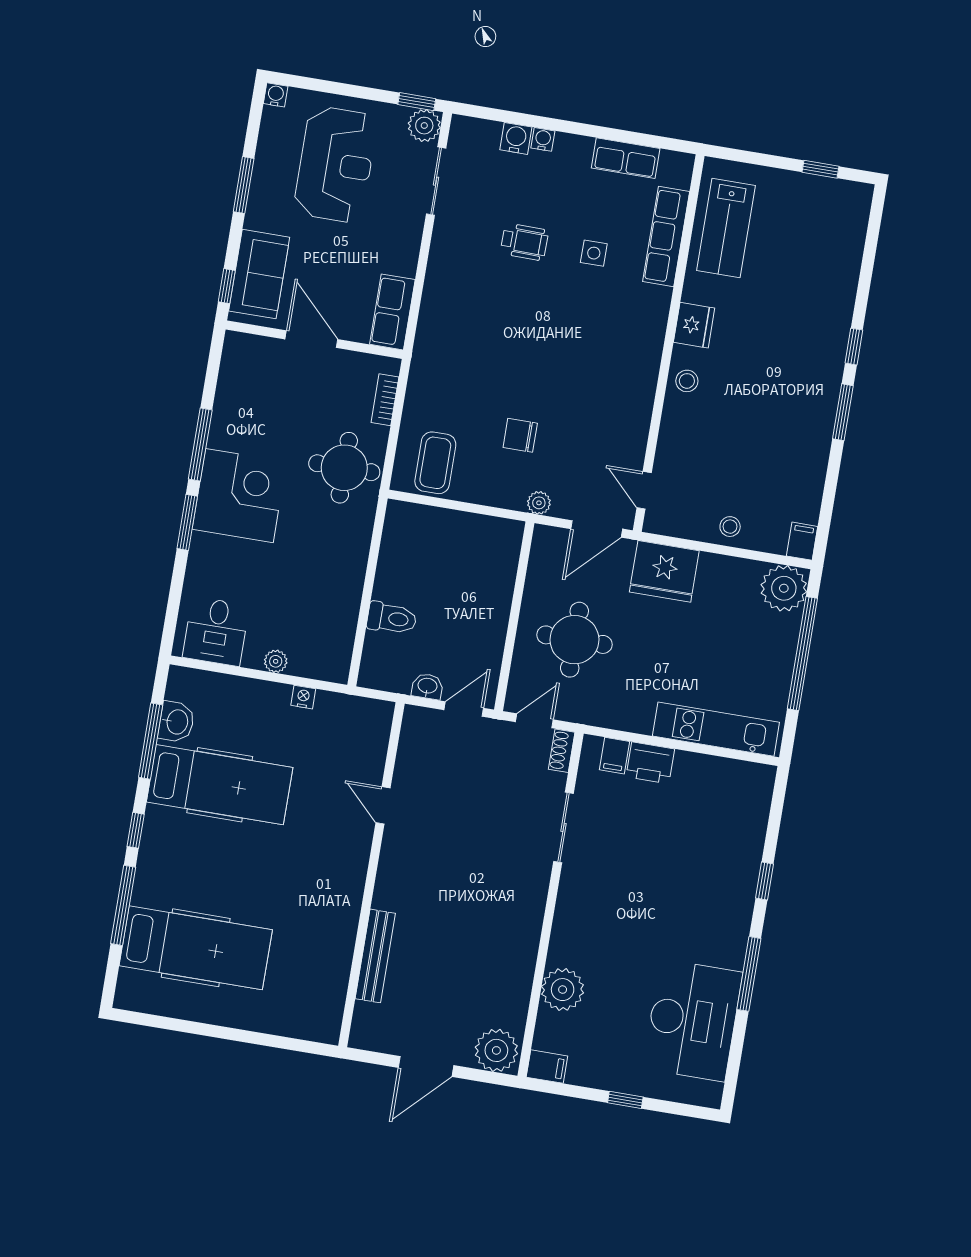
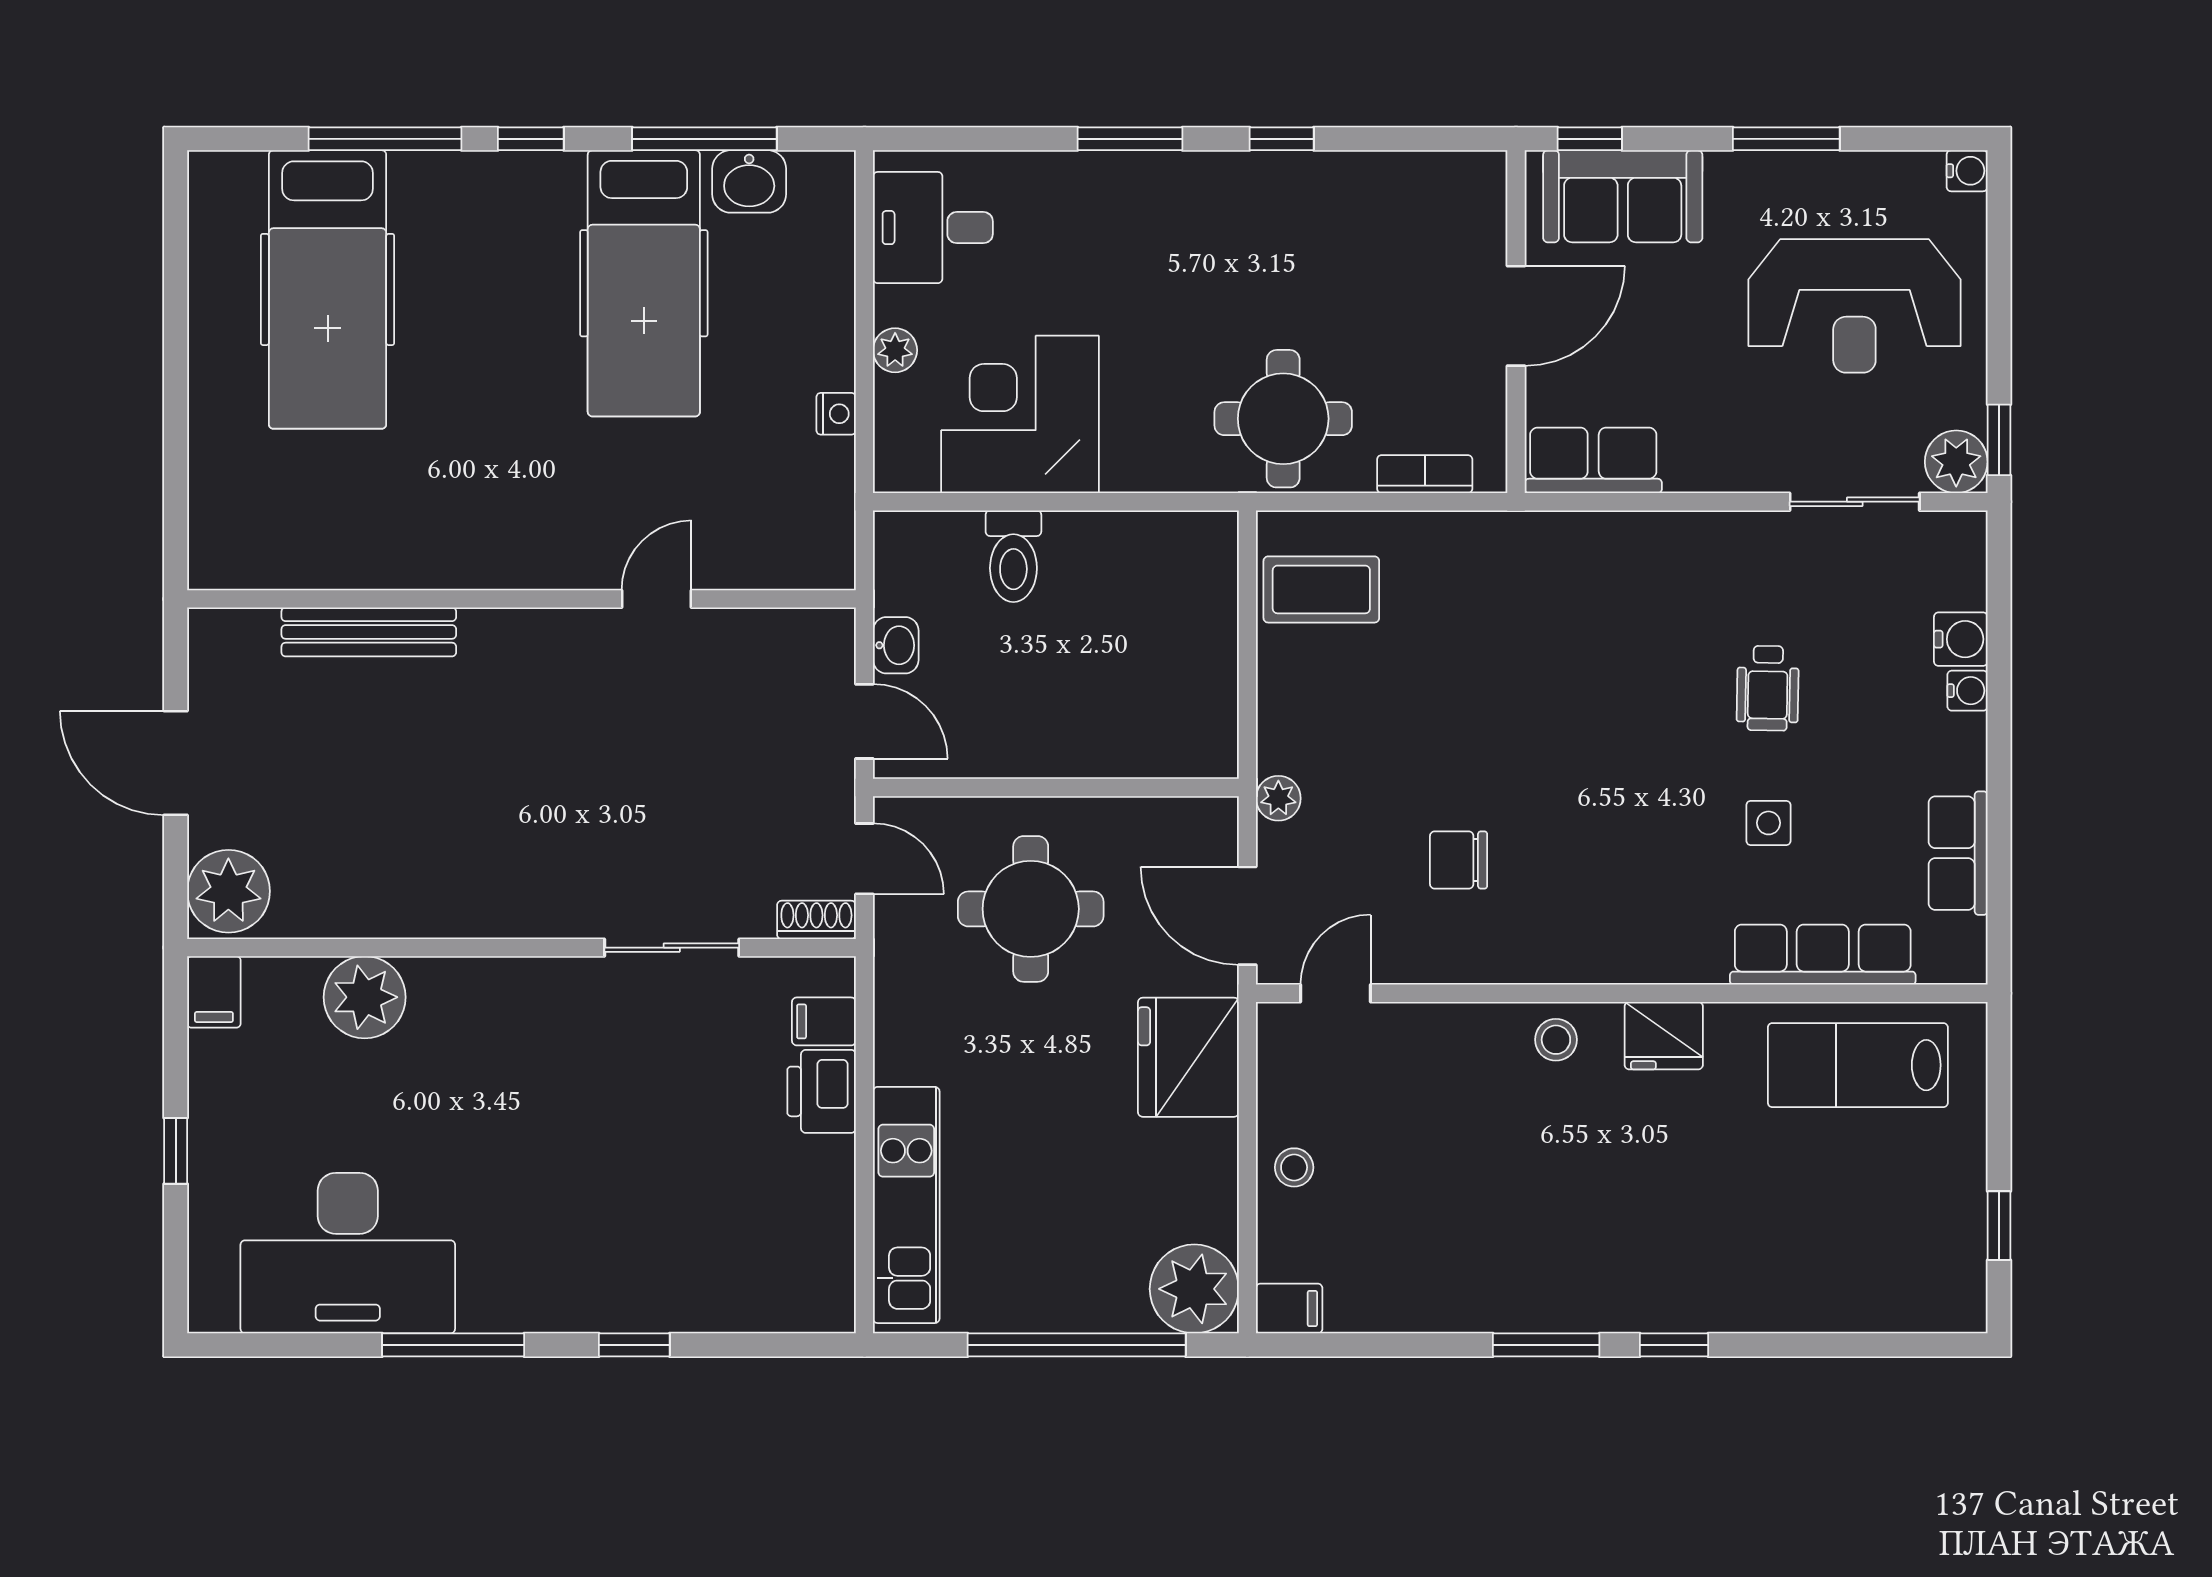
chair: (520, 435) -> (1459, 860), moved, turned -90
window: (200, 444) -> (1282, 139), width x0.46
corner desk: (239, 496) -> (1020, 414), moved, turned 180

